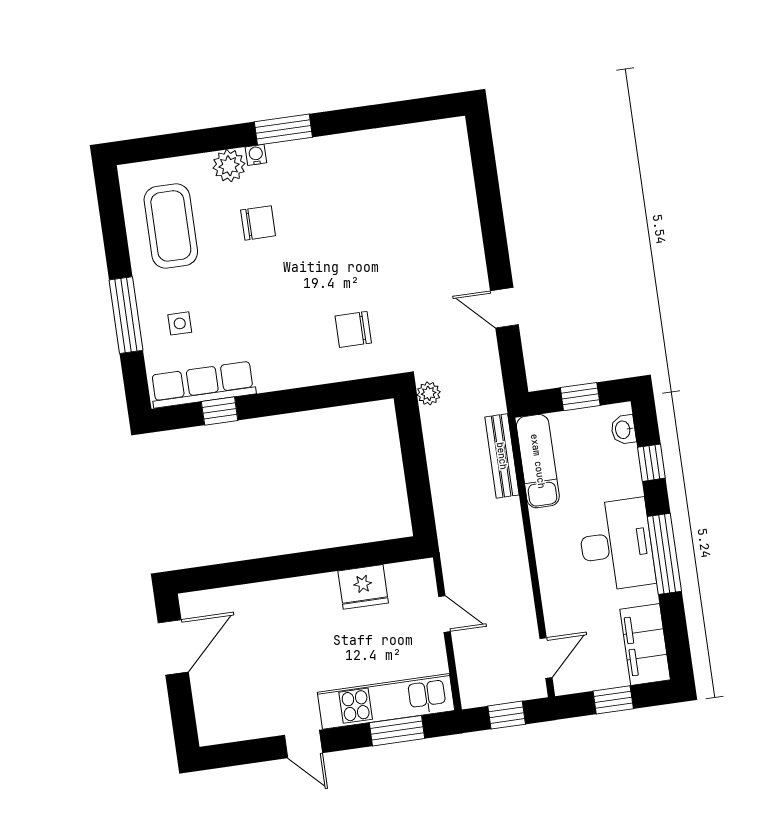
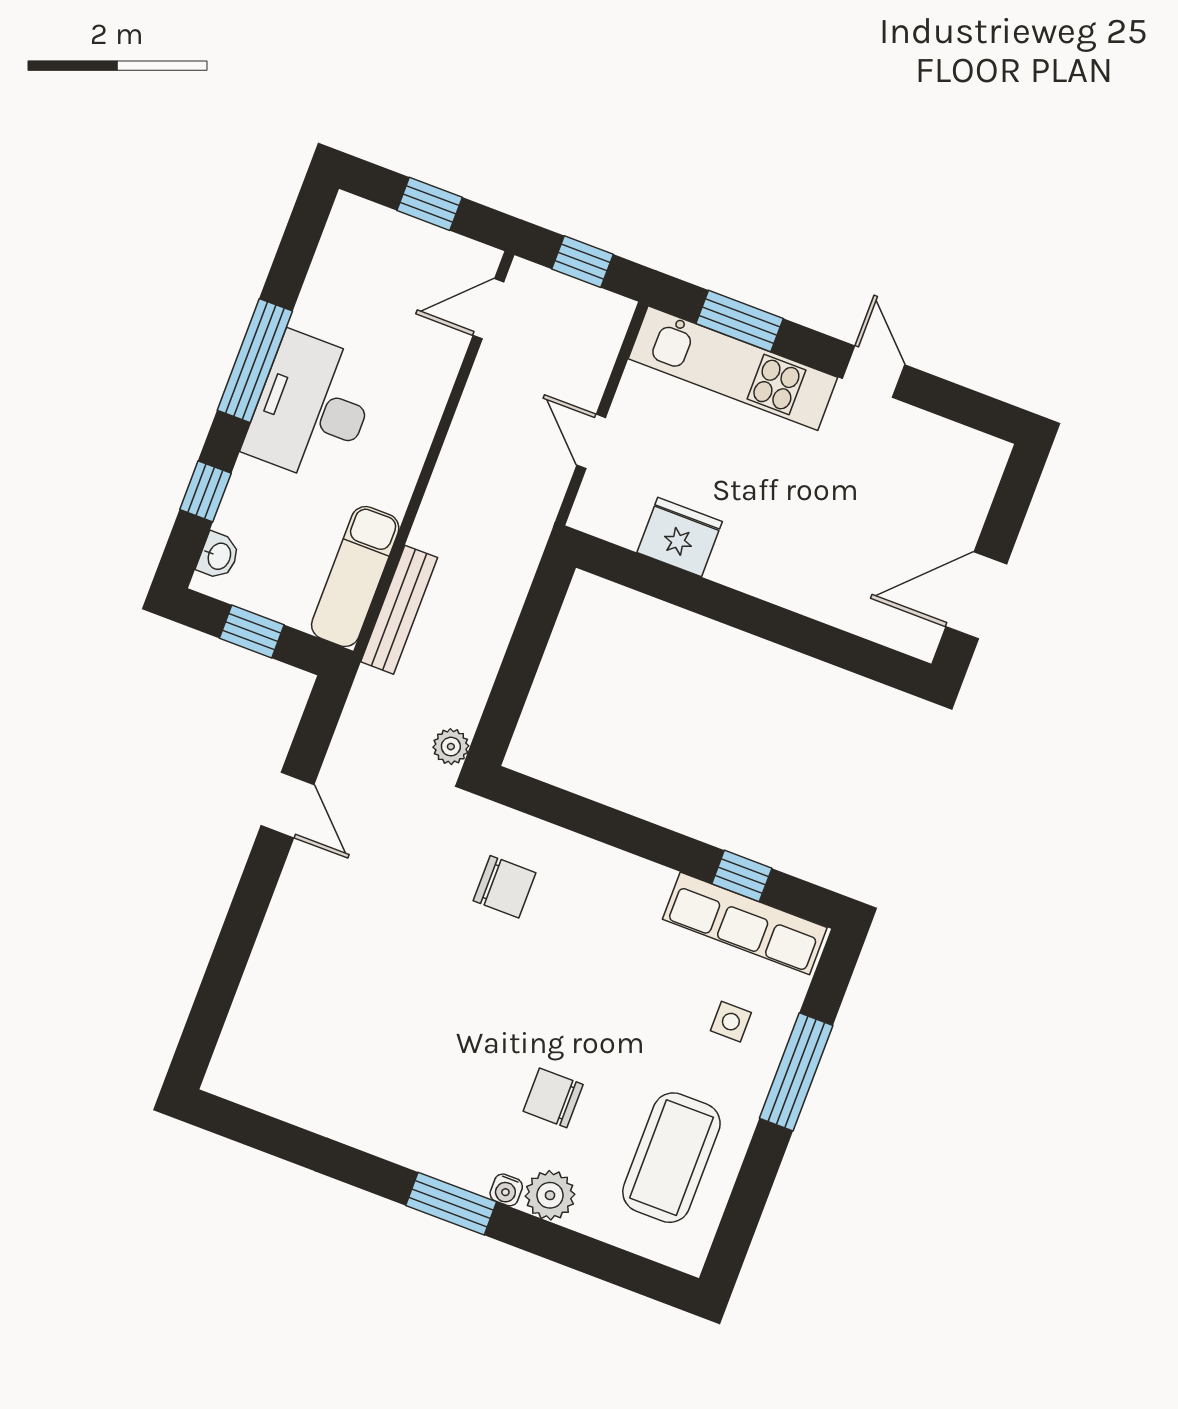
filing cabinet: (645, 644) -> (347, 254), removed

